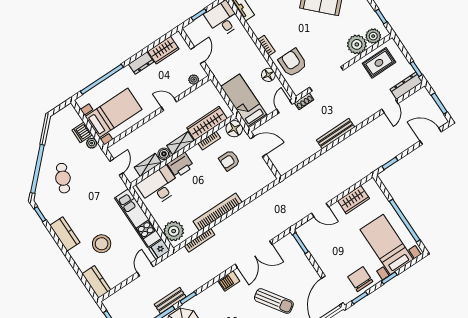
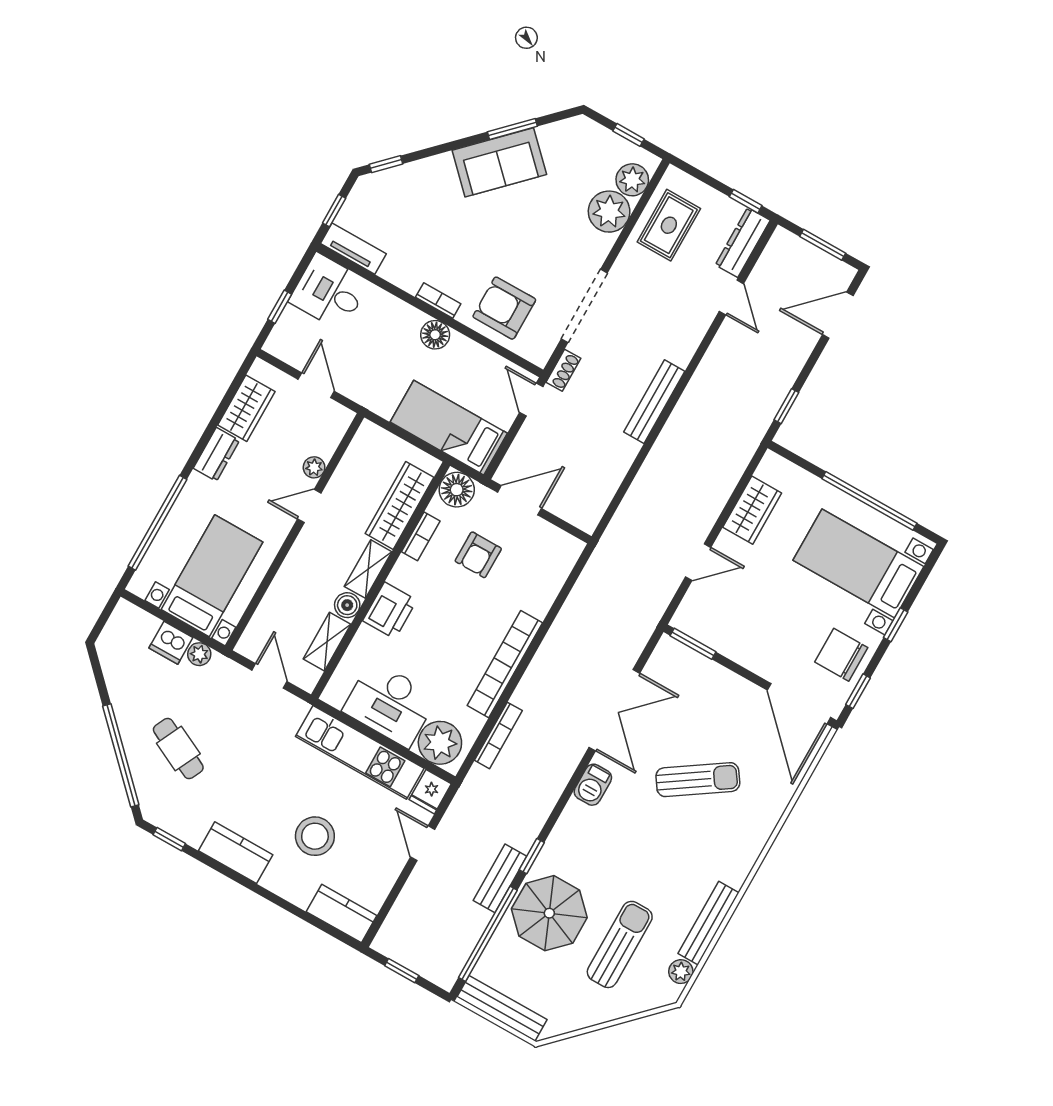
floor lamp: (268, 75) -> (435, 335), moved
plant: (194, 80) -> (314, 467), moved
desk: (159, 186) -> (390, 704), moved, turned -90

